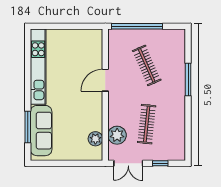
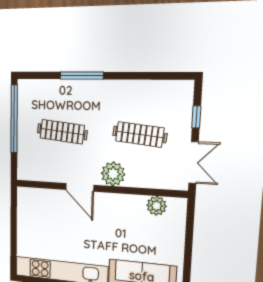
window: (137, 26) -> (14, 119), moved
clothes rail: (147, 65) -> (62, 132), turned 30
plant: (117, 135) -> (113, 174), moved

